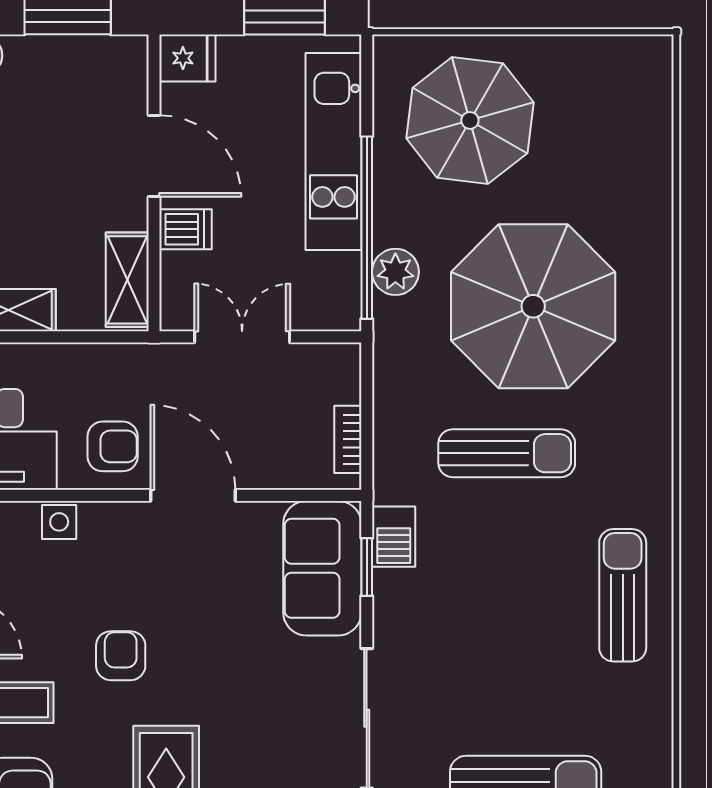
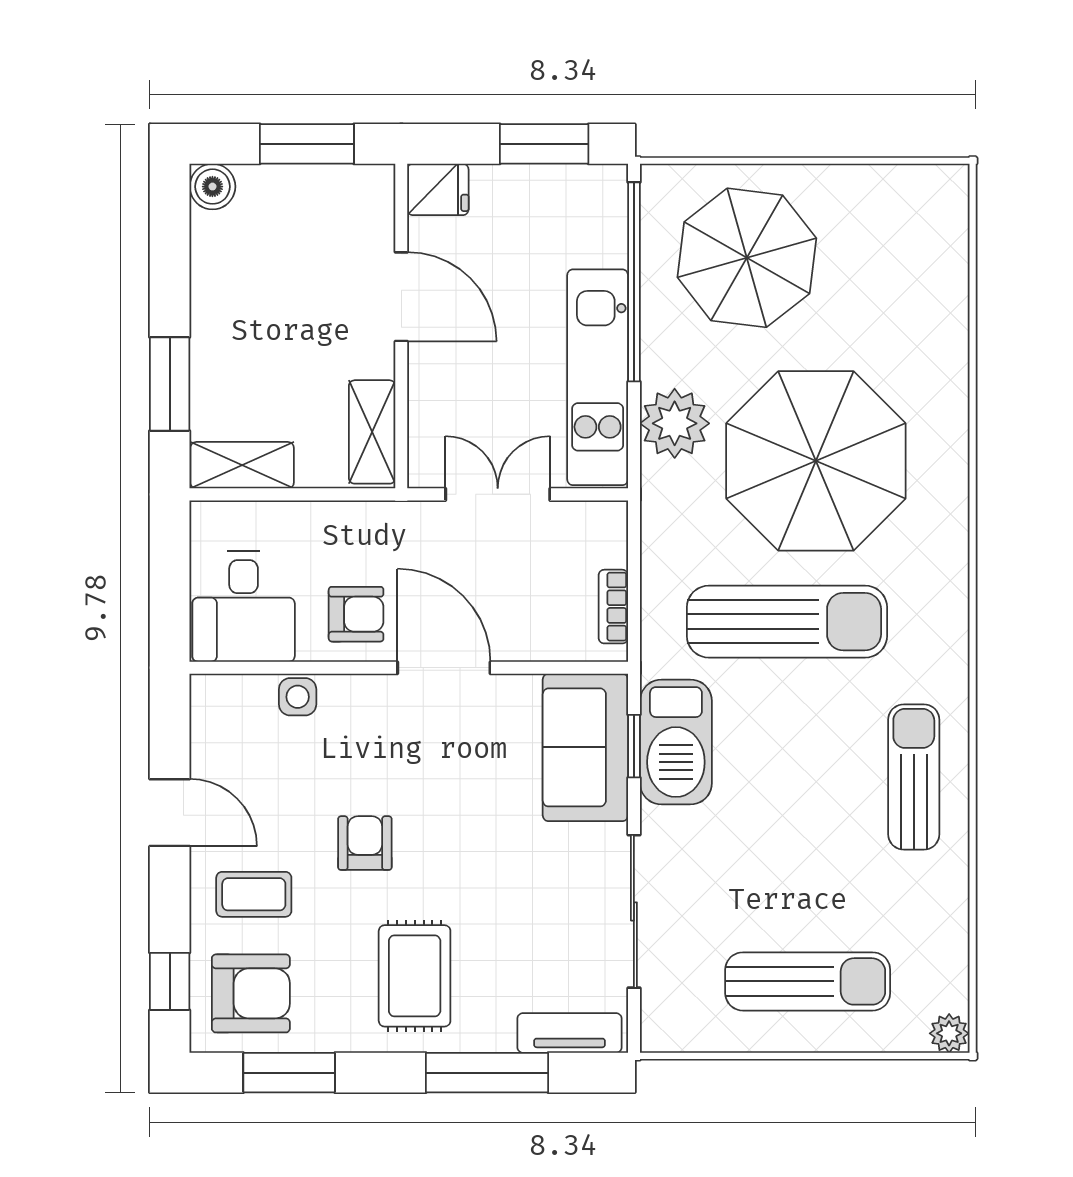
kitchen unit: (334, 152) -> (598, 377), moved
window: (367, 228) -> (634, 282), moved
dishwasher: (185, 229) -> (436, 377), removed
plant: (395, 272) -> (675, 423), width x1.36, depth x1.36
sun lounger: (507, 453) -> (787, 622), width x1.36, depth x1.34
barbecue: (394, 537) -> (676, 742), width x1.88, depth x1.53

